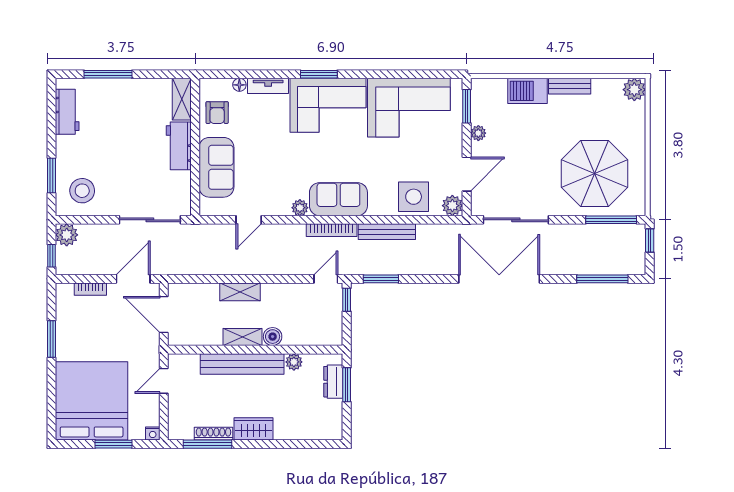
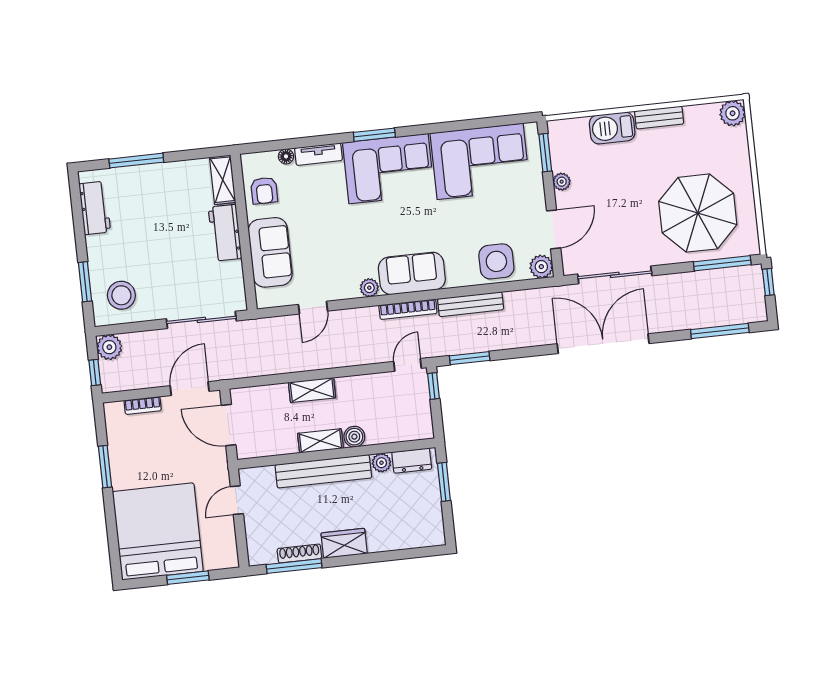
dresser: (333, 382) -> (412, 461), moved, turned -90
nightstand: (153, 433) -> (231, 561), removed

